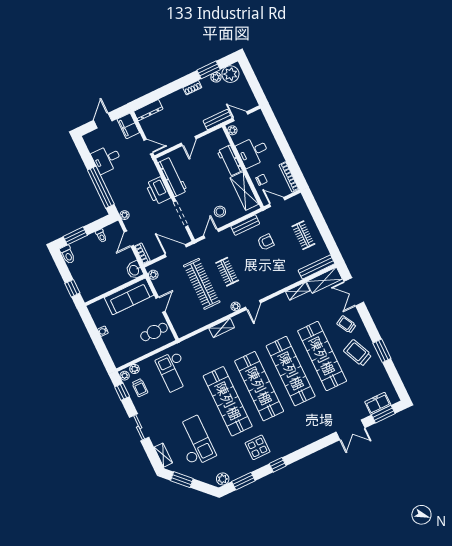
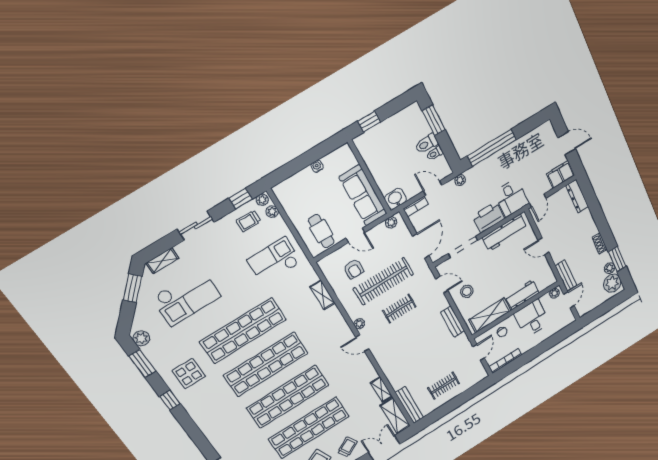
desk: (107, 159) -> (511, 198), moved, turned 180
armchair: (266, 242) -> (354, 269), moved
toilet: (68, 255) -> (426, 144), moved
shelving: (222, 328) -> (323, 295), moved

